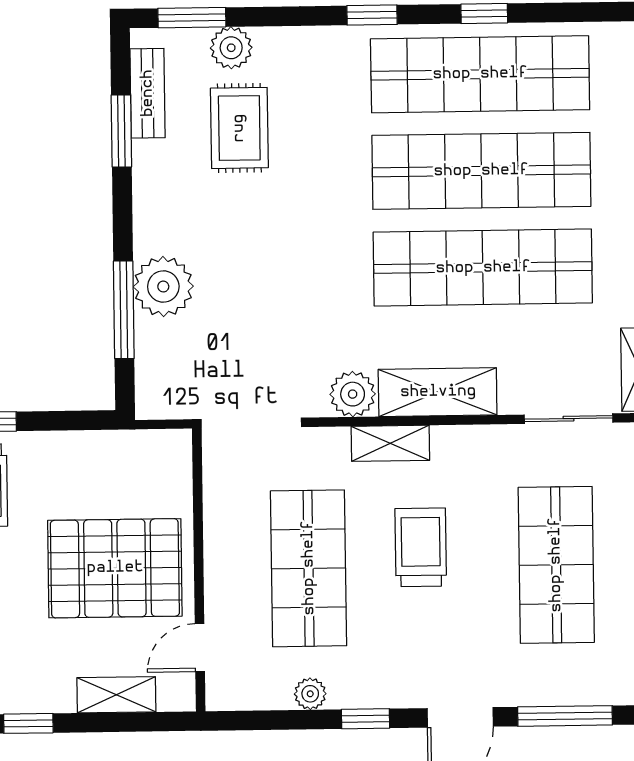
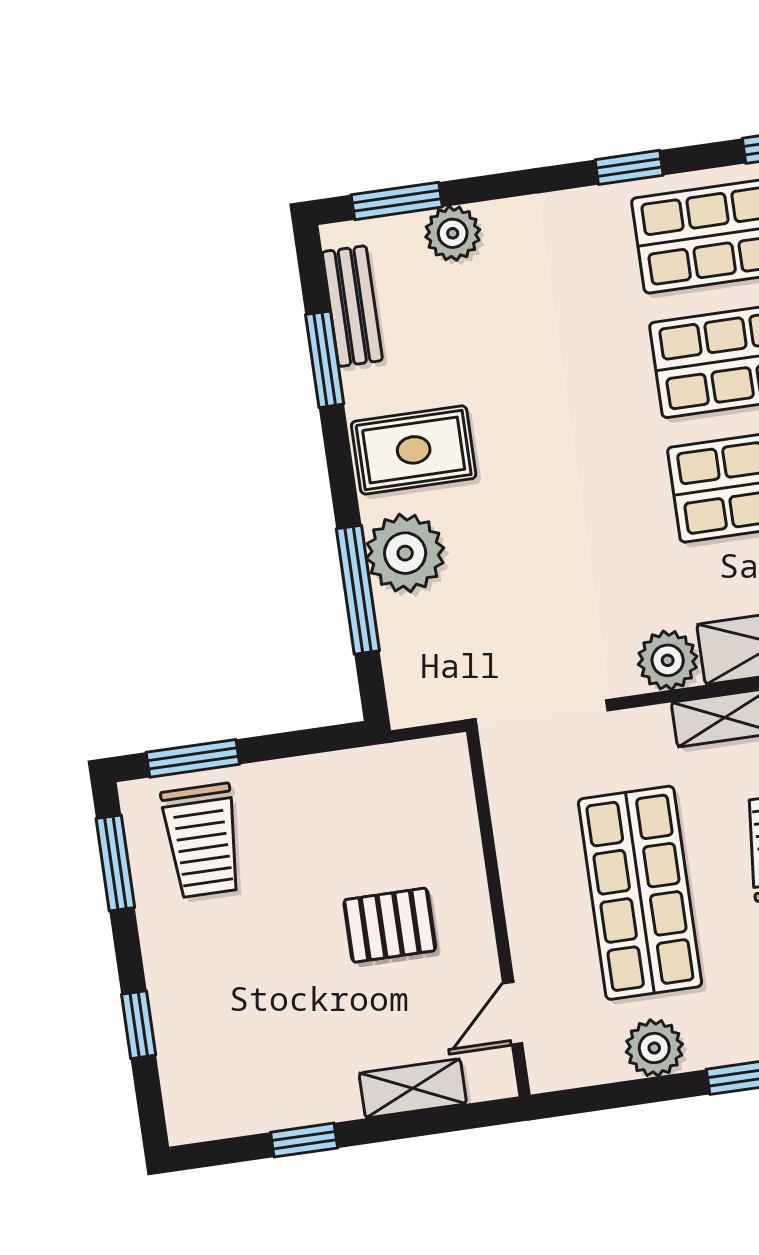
rug: (239, 128) -> (414, 450), moved, turned 90
pallet: (115, 568) -> (390, 925), width x0.49, depth x0.50
plant: (310, 694) -> (654, 1048), width x1.38, depth x1.38

